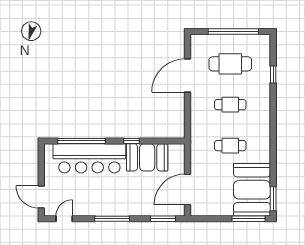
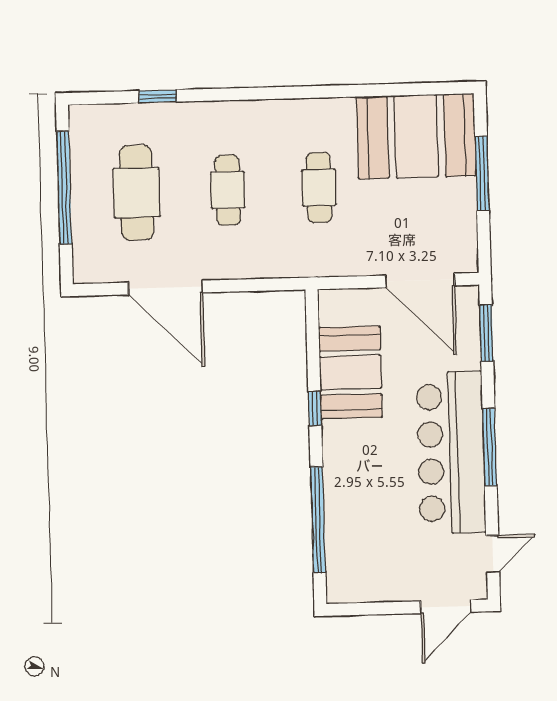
bar counter: (89, 158) -> (451, 453), moved, turned 180
window: (273, 199) -> (435, 89), removed
door: (64, 219) -> (493, 554), swing flipped
window: (249, 219) -> (482, 173), moved

